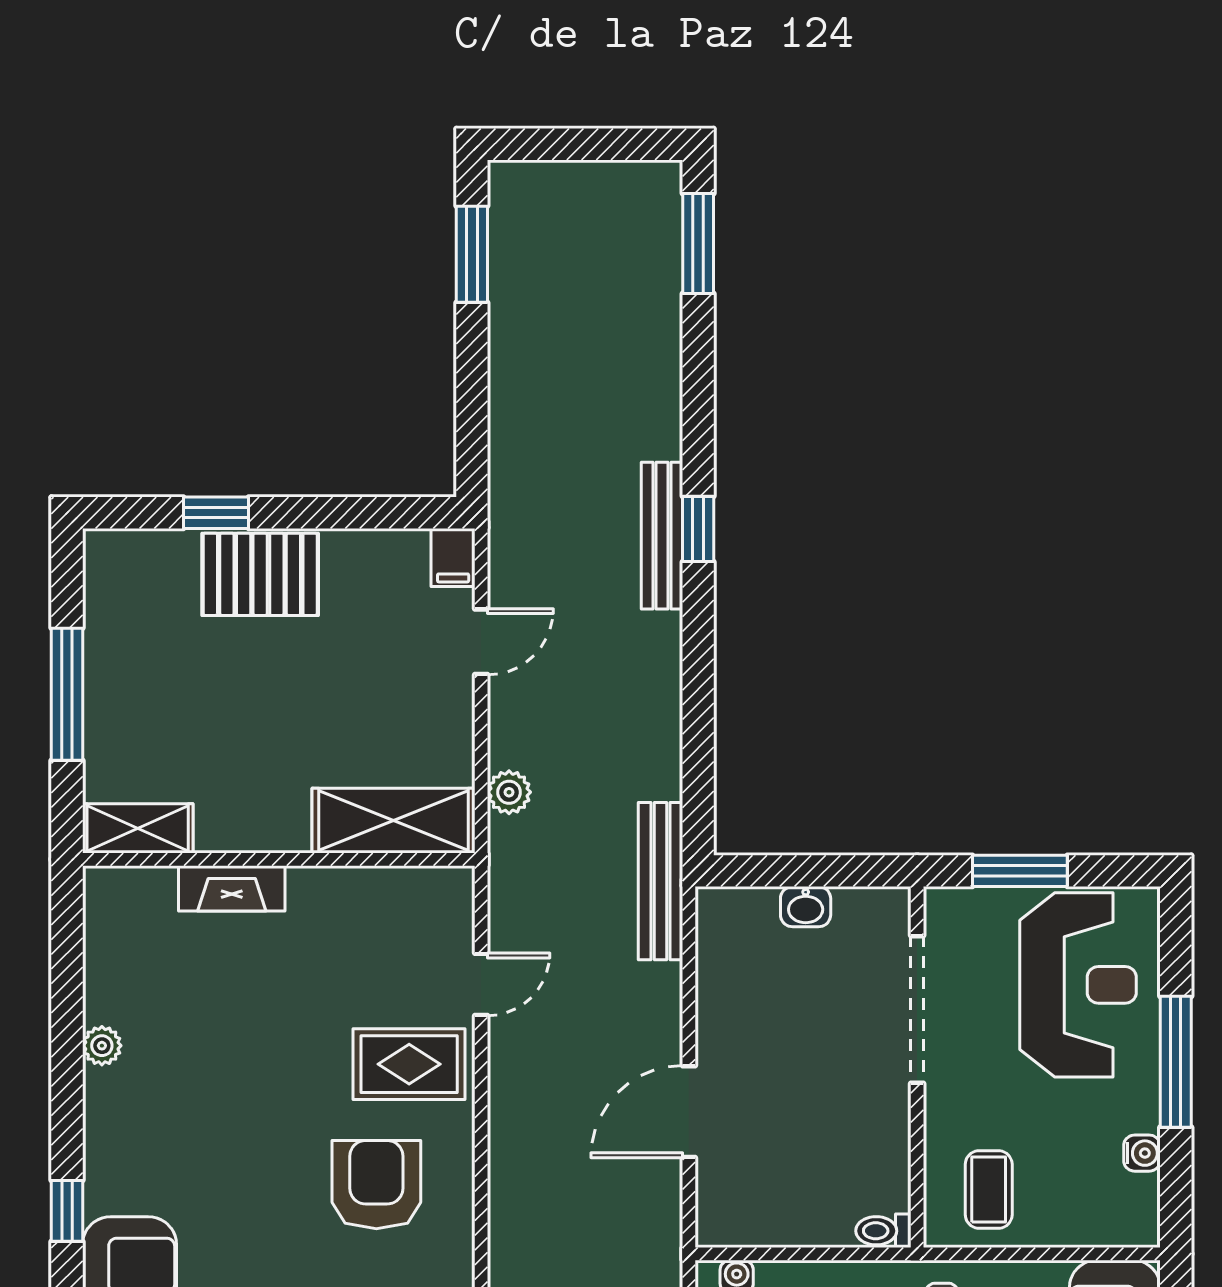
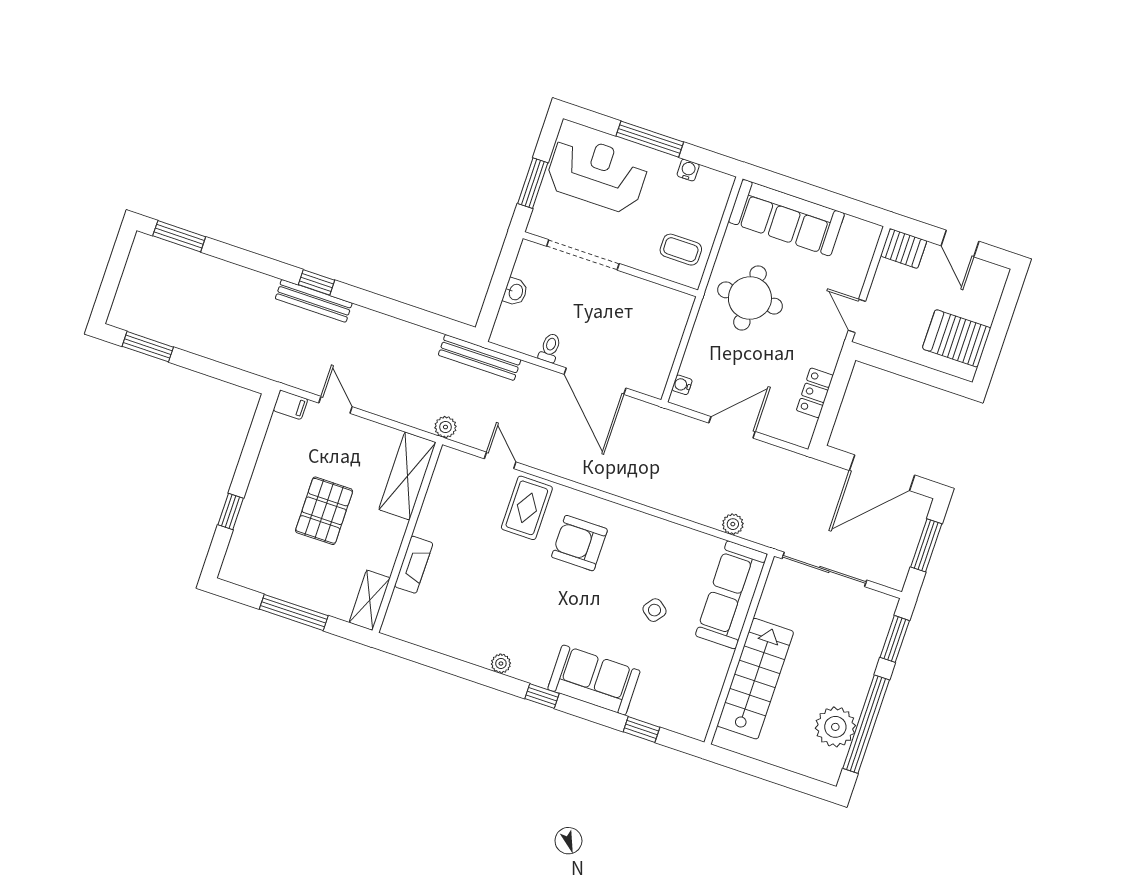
pallet: (260, 574) -> (324, 511), moved
plant: (509, 792) -> (445, 427), moved
plant: (102, 1046) -> (501, 664), moved
door: (689, 1112) -> (595, 381), width x1.36
toilet: (883, 1231) -> (550, 348), moved, turned 180

